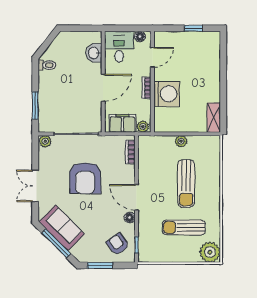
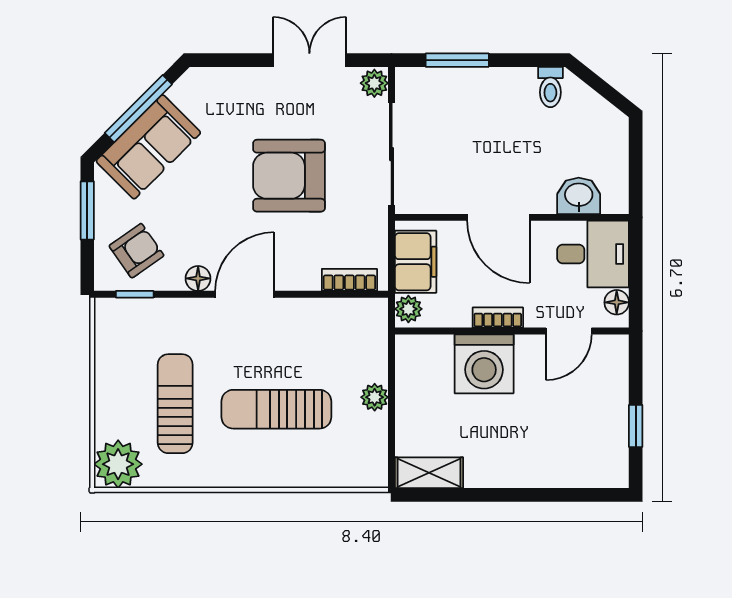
door: (152, 57) -> (569, 331), hinge flipped
double door: (35, 186) -> (309, 60), moved
sofa: (62, 228) -> (148, 147), moved

